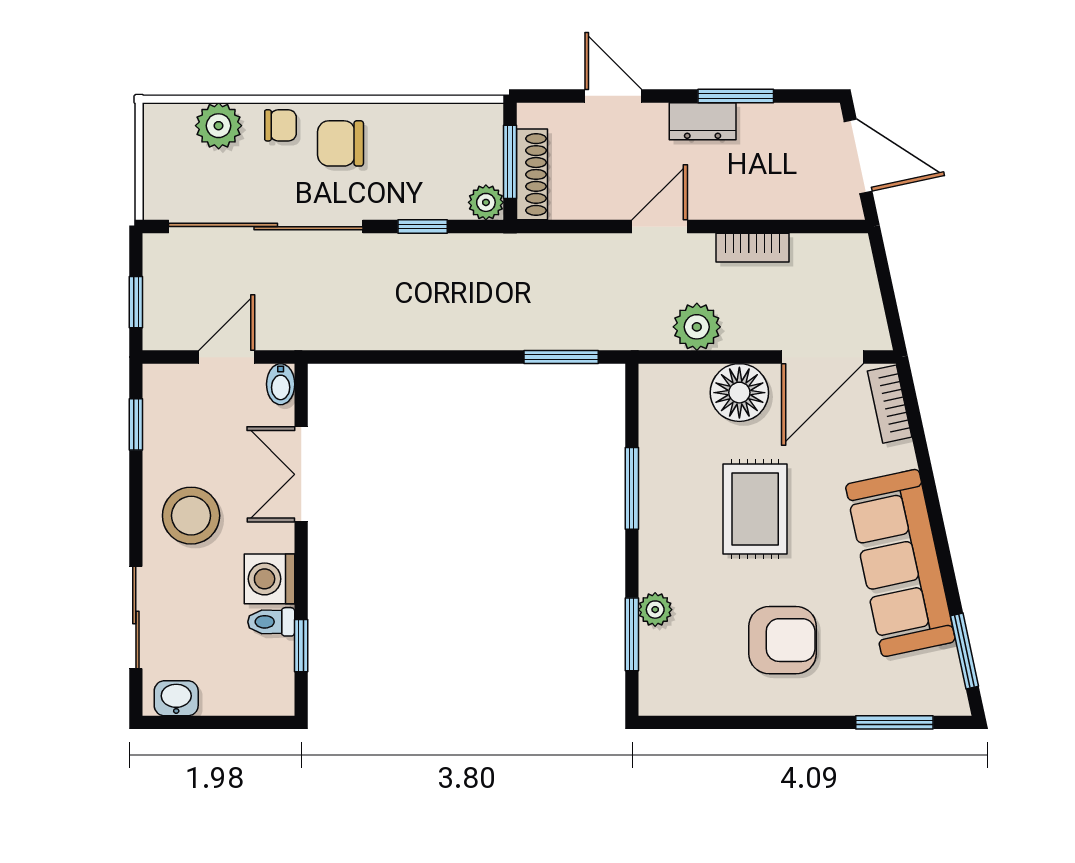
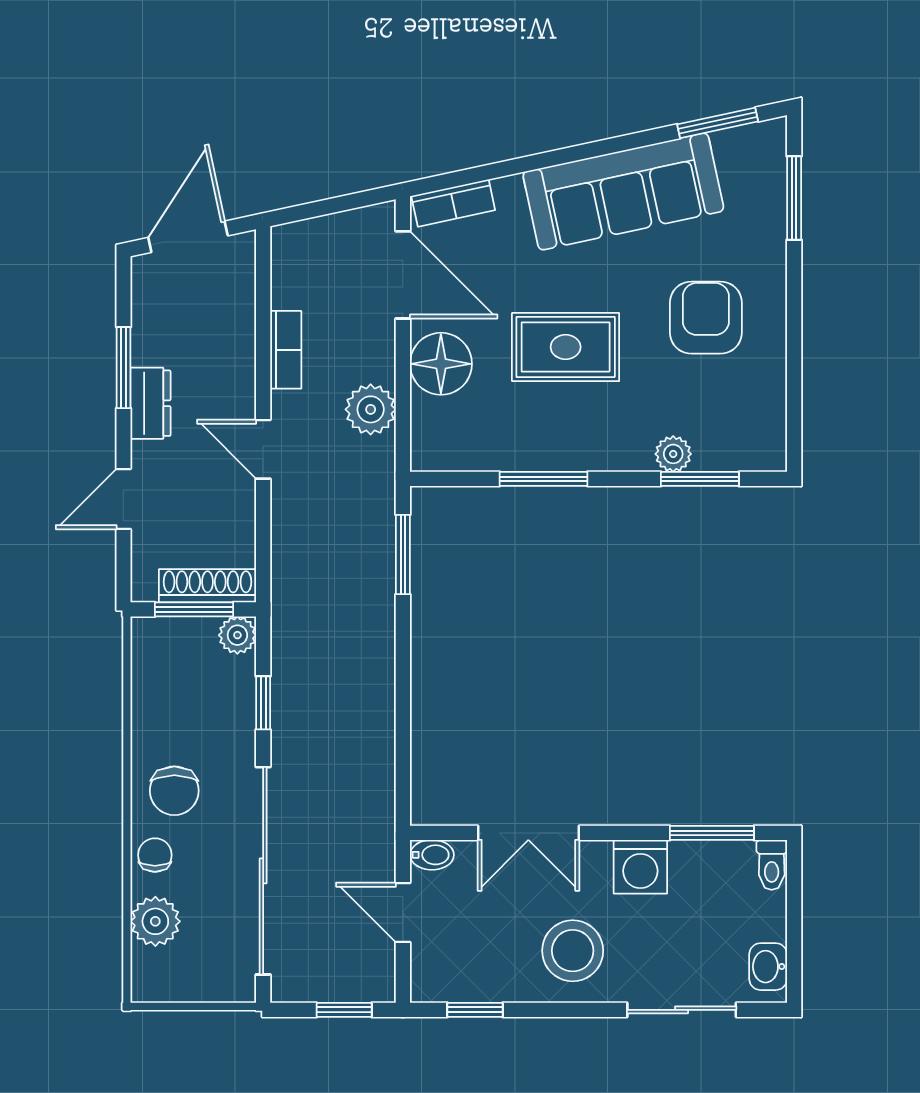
toilet: (271, 622) -> (772, 865), moved
window: (301, 646) -> (712, 833), width x1.50

